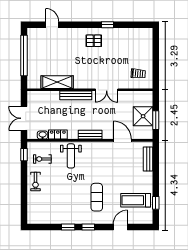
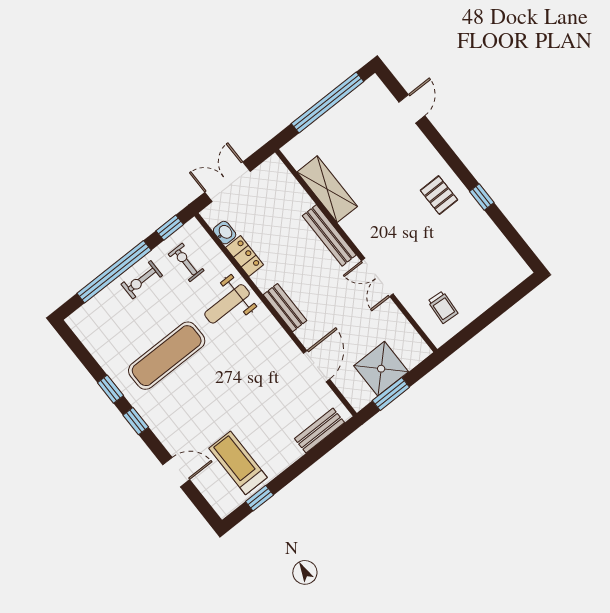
window: (24, 190) -> (114, 272), added
exercise mat: (97, 197) -> (167, 356), moved, width x1.36, depth x1.45

